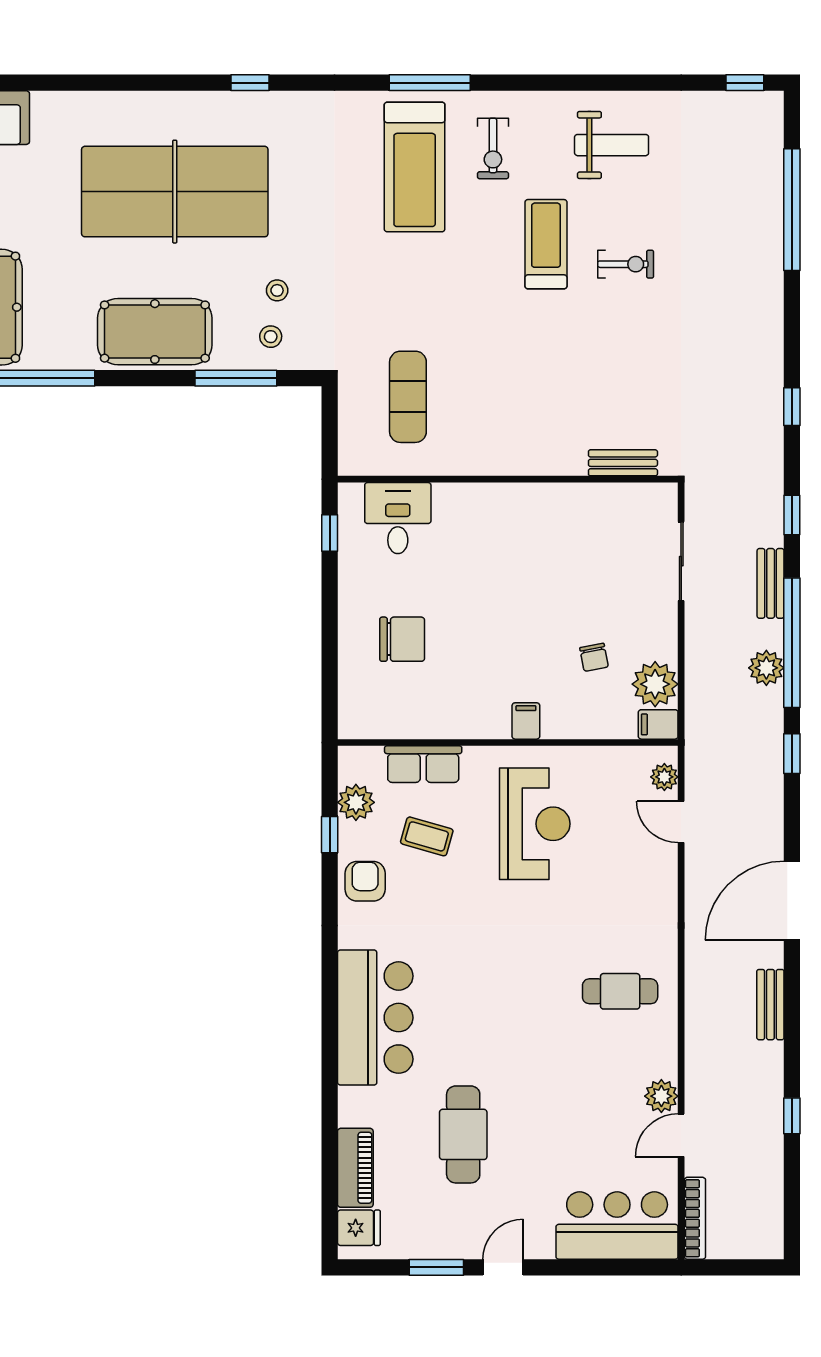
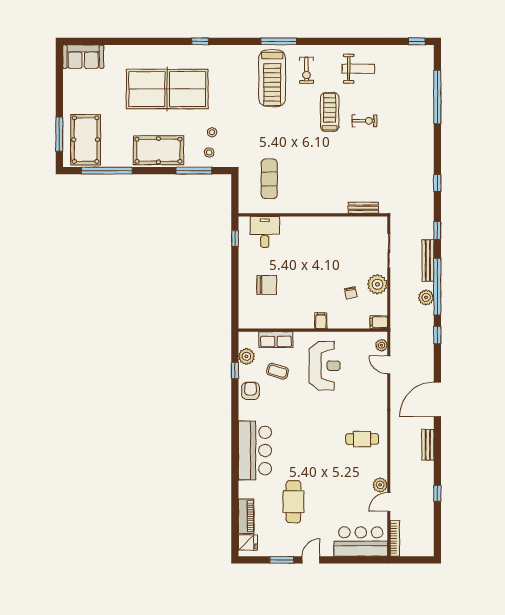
bench: (771, 583) -> (428, 260), width x1.36
plant: (655, 684) -> (377, 284), moved

